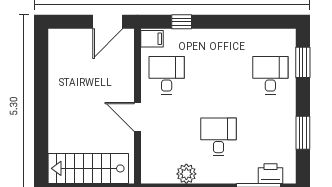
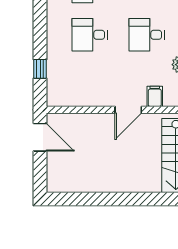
filing cabinet: (152, 39) -> (155, 96), moved
desk: (167, 75) -> (90, 35), moved

